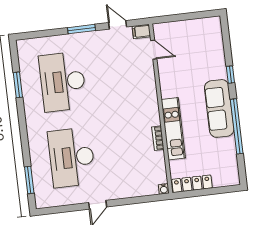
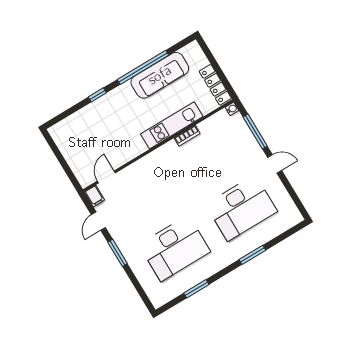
sofa: (219, 108) -> (160, 75), moved
window: (29, 180) -> (252, 255), moved
window: (134, 200) -> (255, 131), added

